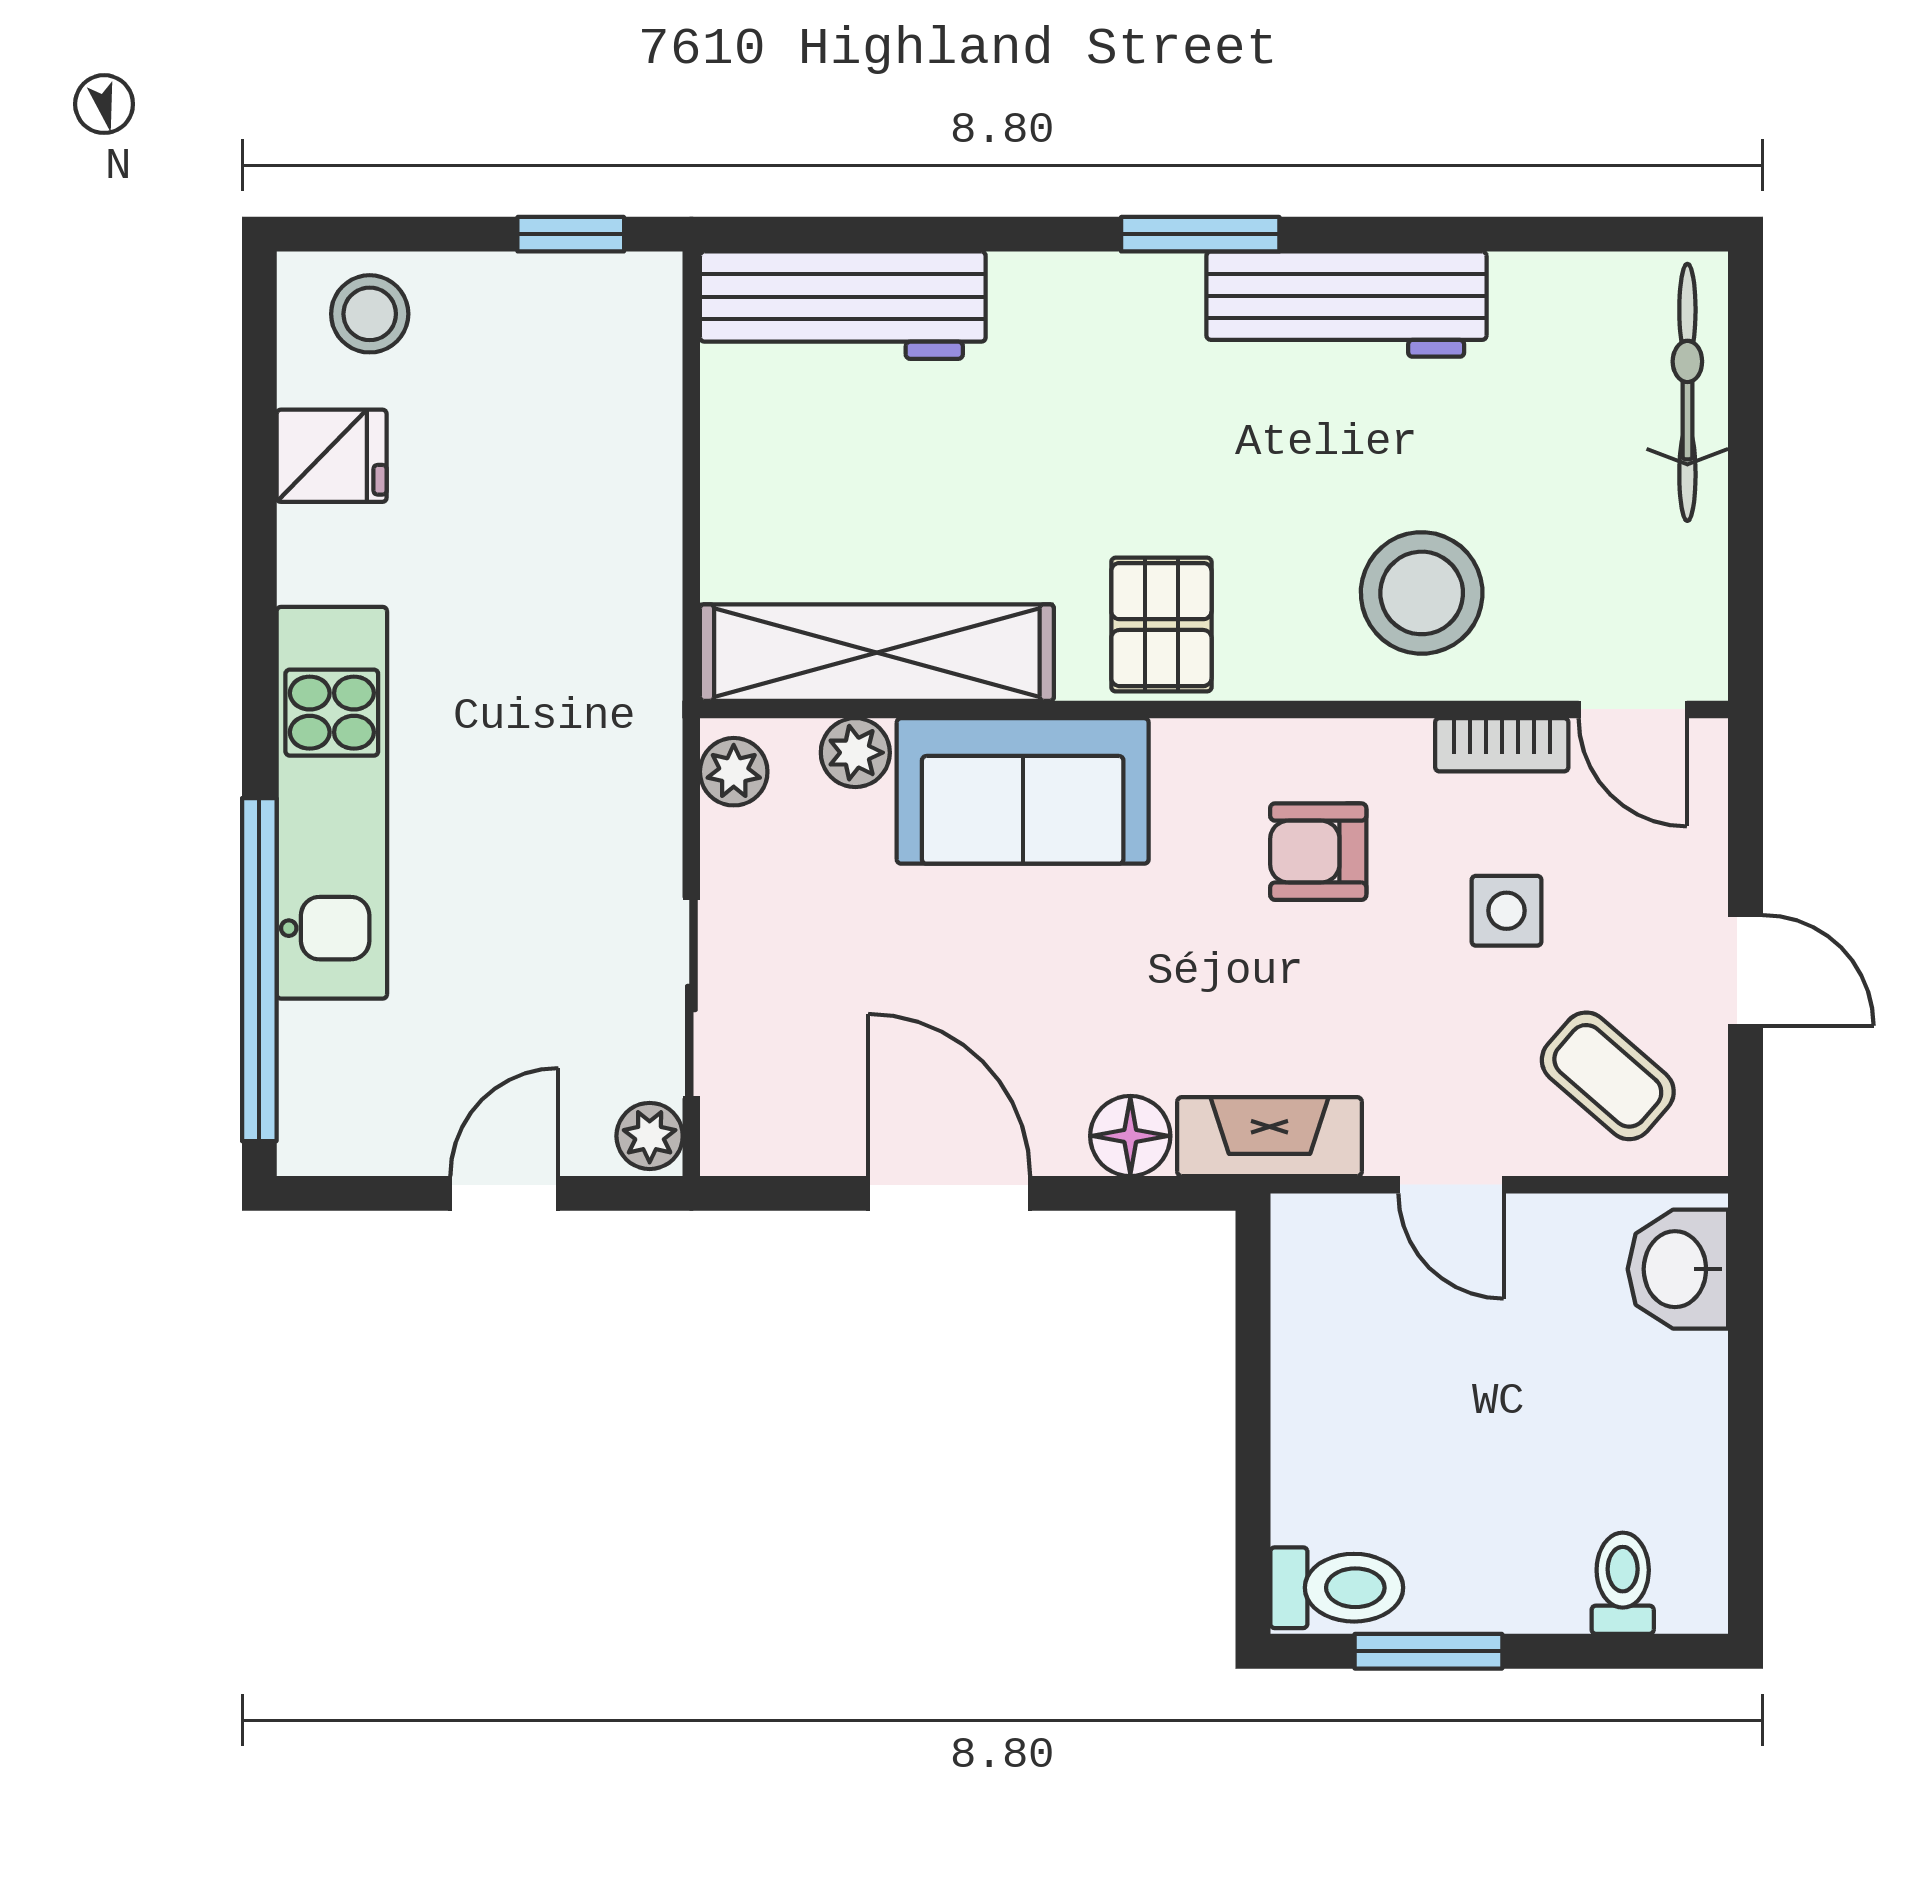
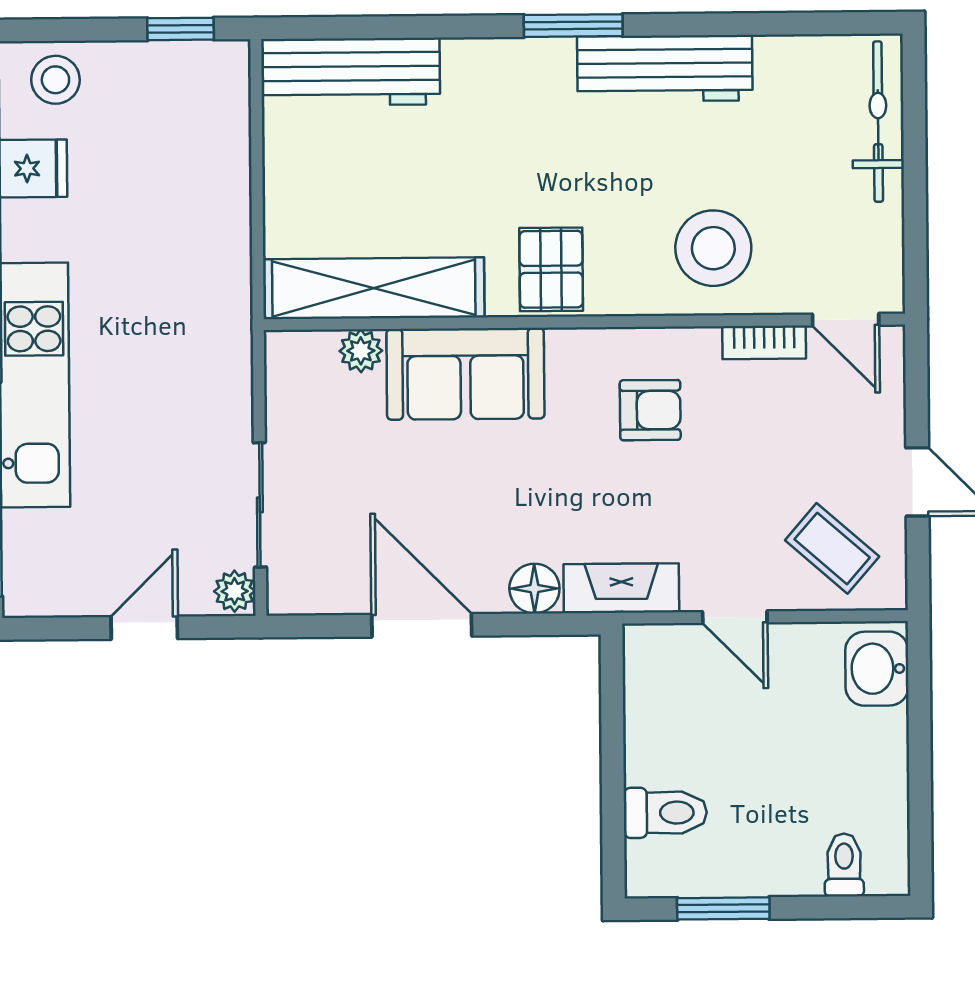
plant: (734, 772) -> (285, 363), removed
armchair: (1318, 852) -> (650, 410), turned 180
side table: (1507, 911) -> (768, 446), removed
toilet: (1337, 1588) -> (665, 813), moved

